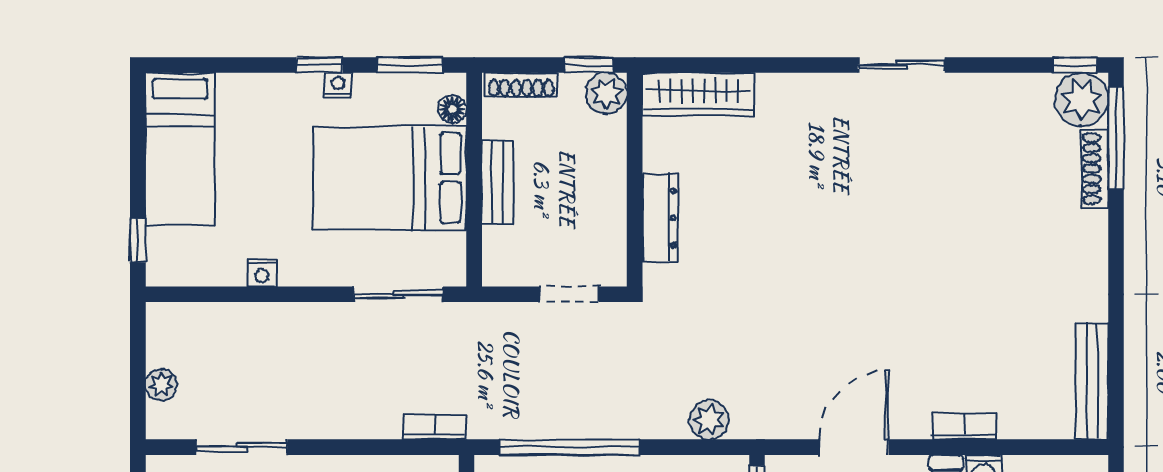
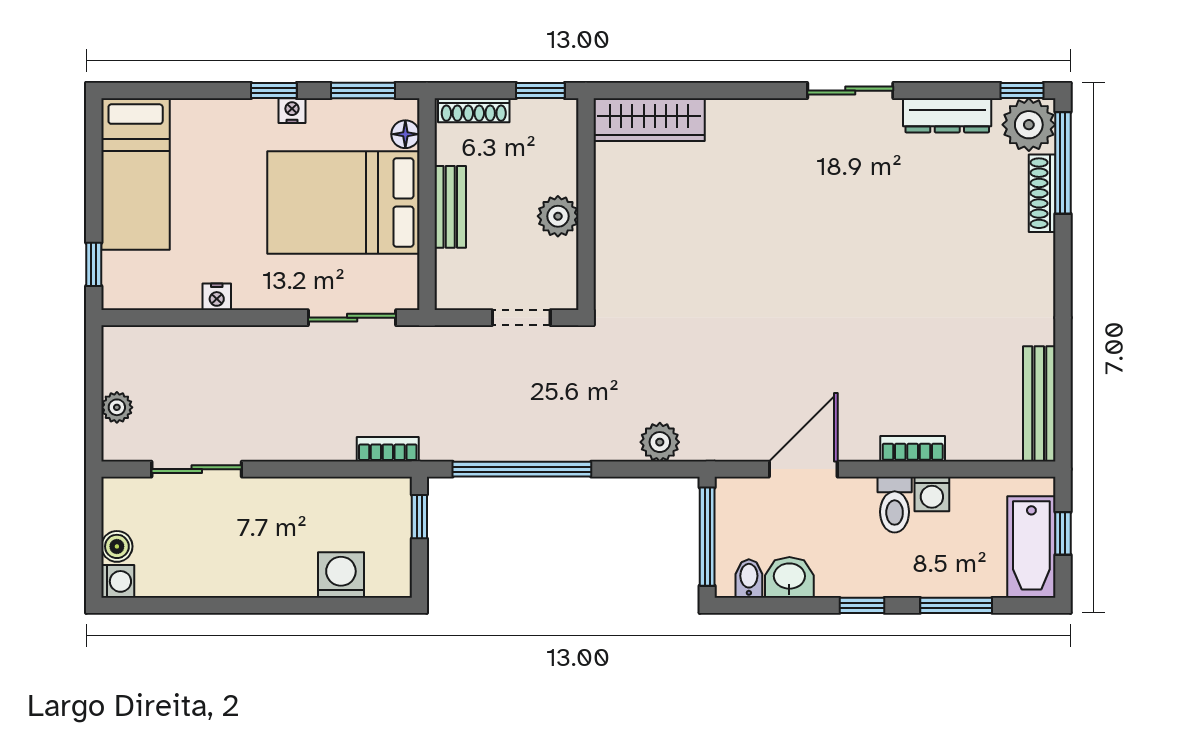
plant: (606, 93) -> (558, 216), moved
dresser: (660, 218) -> (947, 115), moved, turned 90

